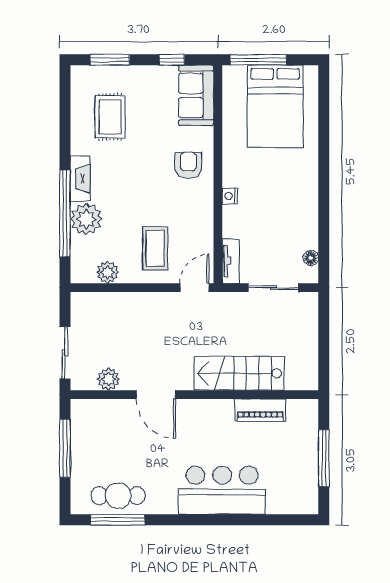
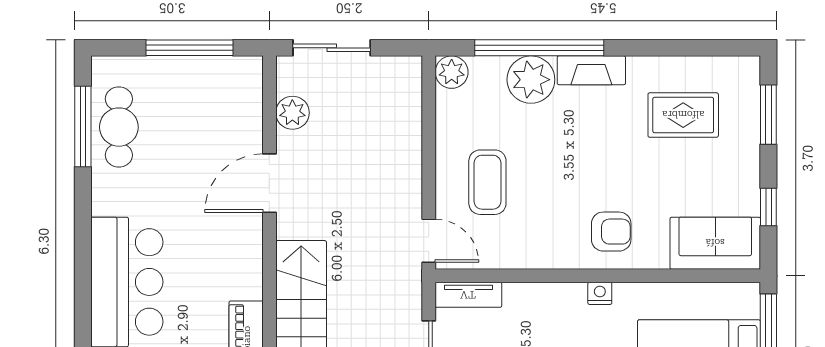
nightstand: (230, 196) -> (600, 293), moved
coffee table: (155, 248) -> (487, 182), turned 90
plant: (107, 272) -> (452, 72), moved

